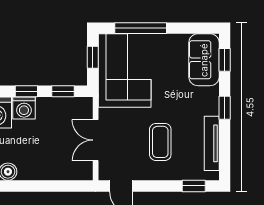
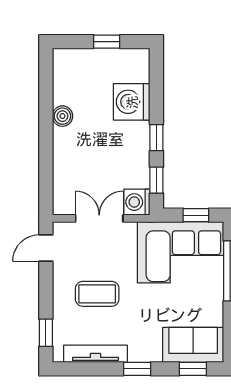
washing machine: (24, 108) -> (137, 202), moved

